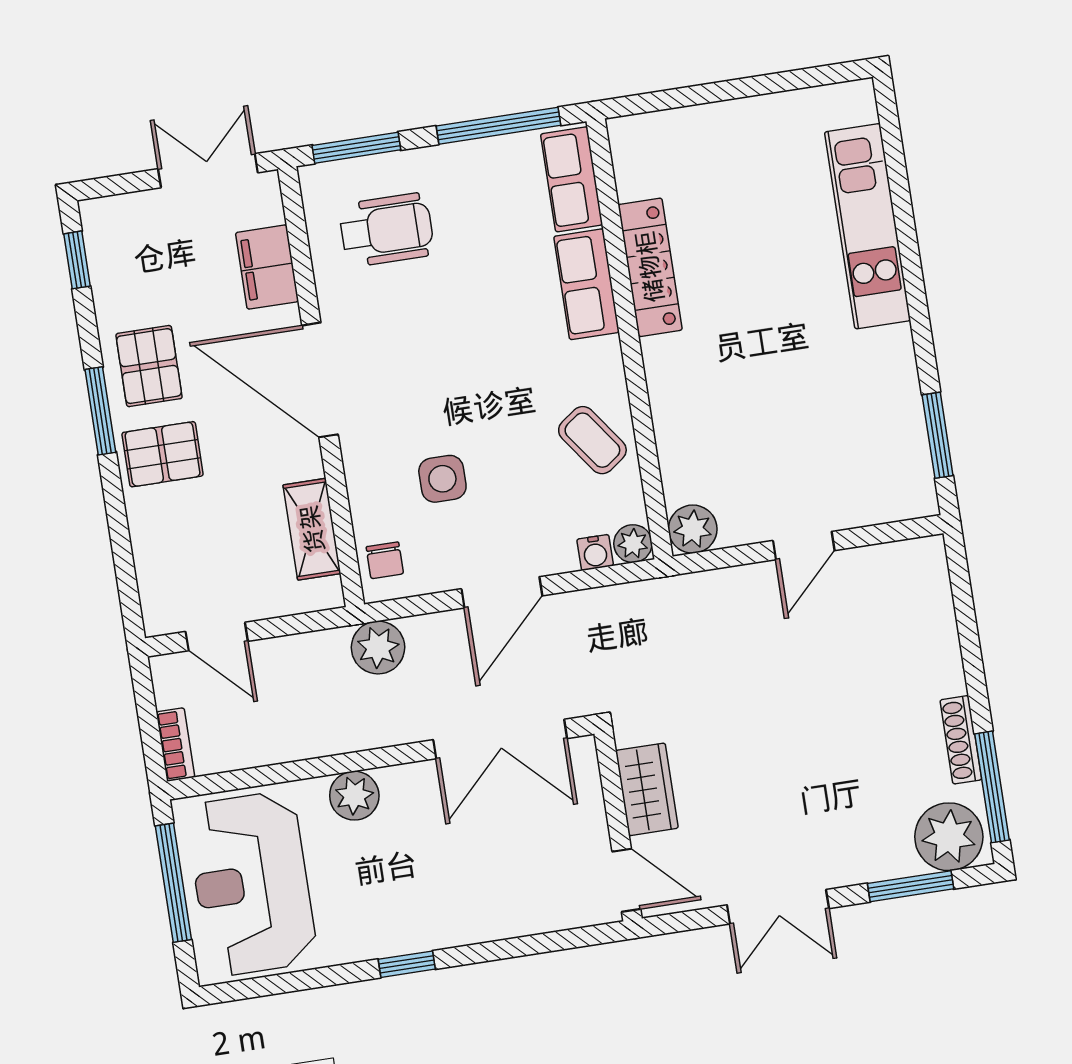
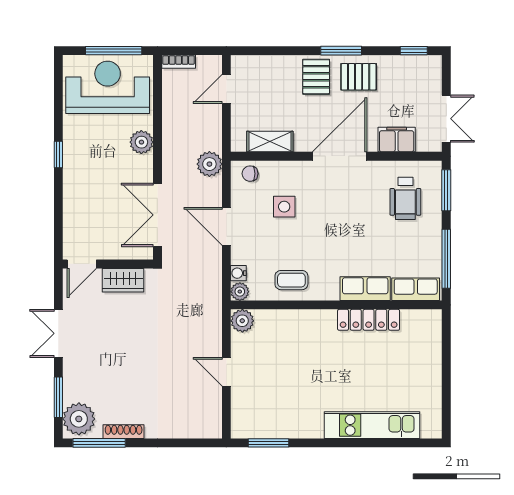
coffee table: (592, 440) -> (291, 280), turned 36

